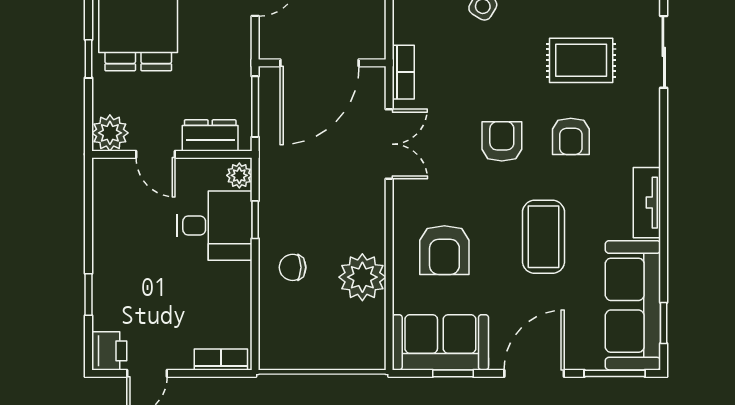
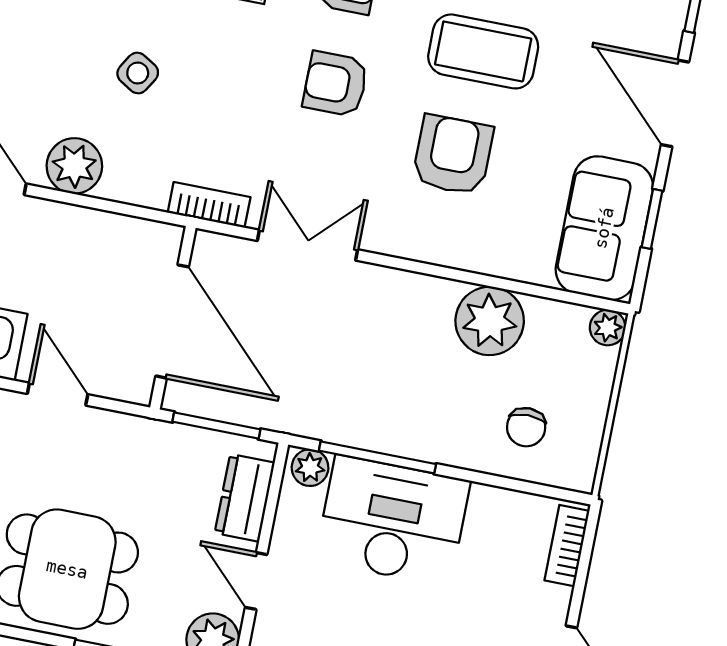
door: (155, 154) -> (256, 581), swing flipped
window: (255, 220) -> (377, 457), width x2.17
desk: (214, 226) -> (393, 521), width x1.37
armchair: (444, 250) -> (453, 155), moved, turned -90
chair: (293, 267) -> (526, 427), moved
plant: (374, 358) -> (608, 328), added

